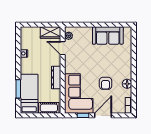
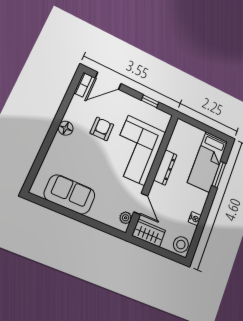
stool: (27, 34) -> (181, 245), added
floor lamp: (127, 84) -> (66, 128), moved
corner sofa: (79, 94) -> (136, 150), moved
cot: (49, 108) -> (190, 132), removed
door: (103, 115) -> (108, 81), moved

